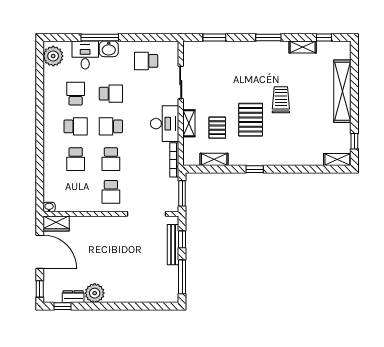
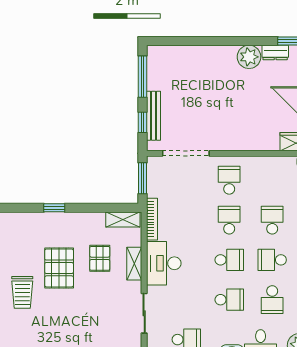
school desk: (111, 94) -> (229, 300), turned 180
shelving: (214, 159) -> (123, 220), moved

